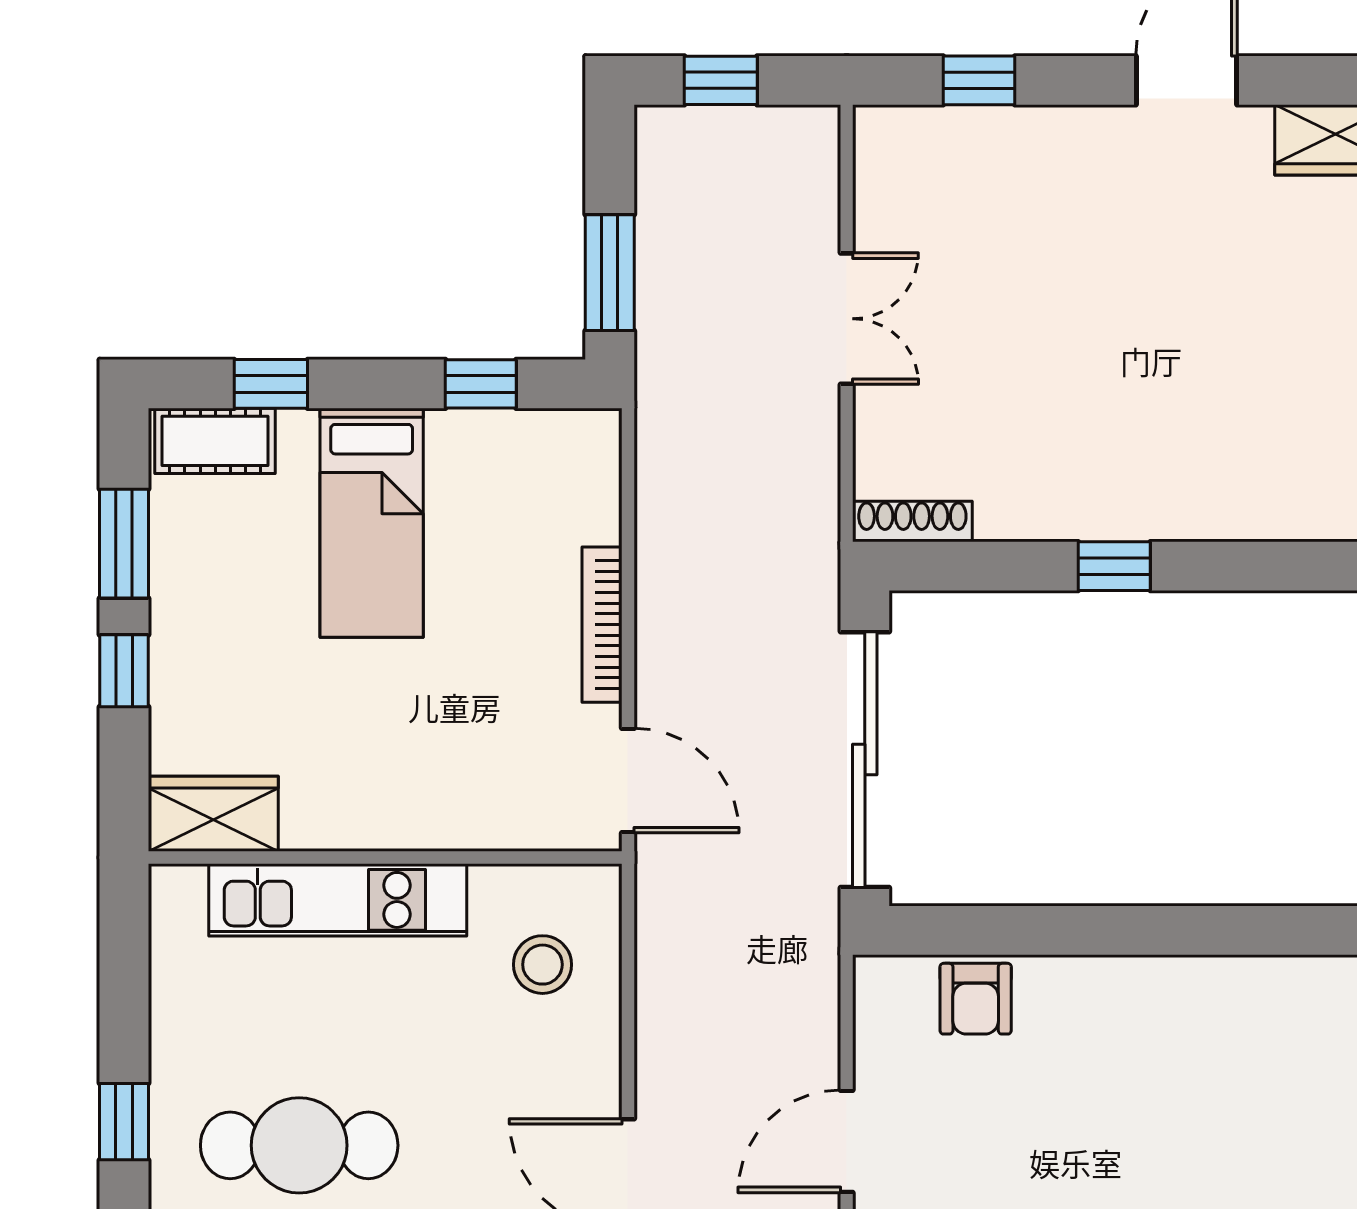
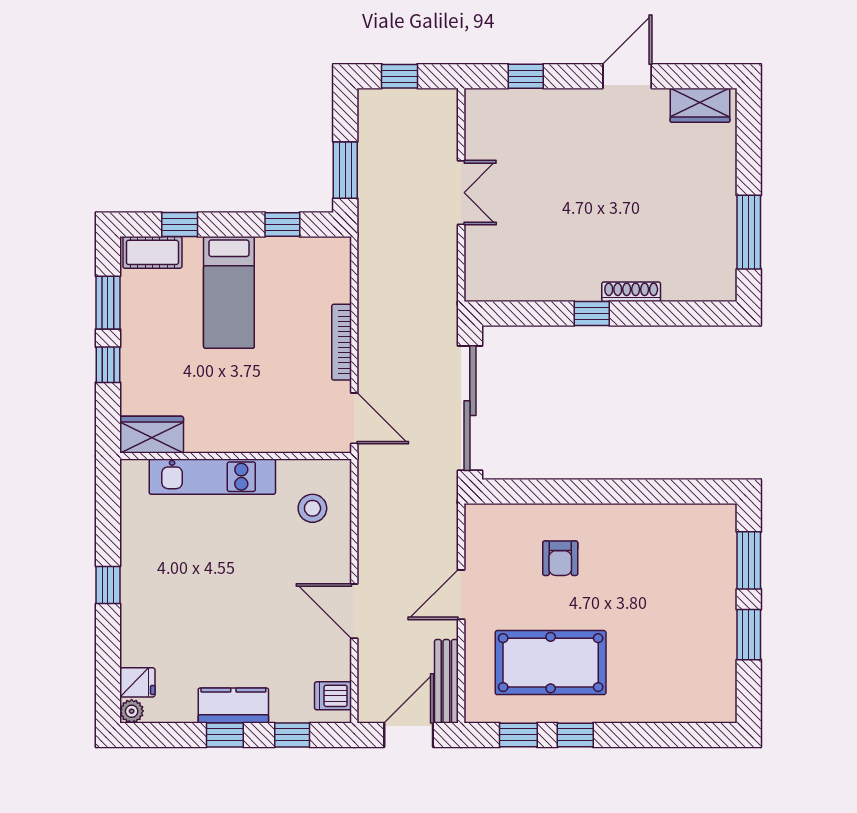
shoe rack: (912, 521) -> (631, 292), moved
armchair: (976, 999) -> (560, 558), moved
cafe table: (299, 1145) -> (194, 597), removed

